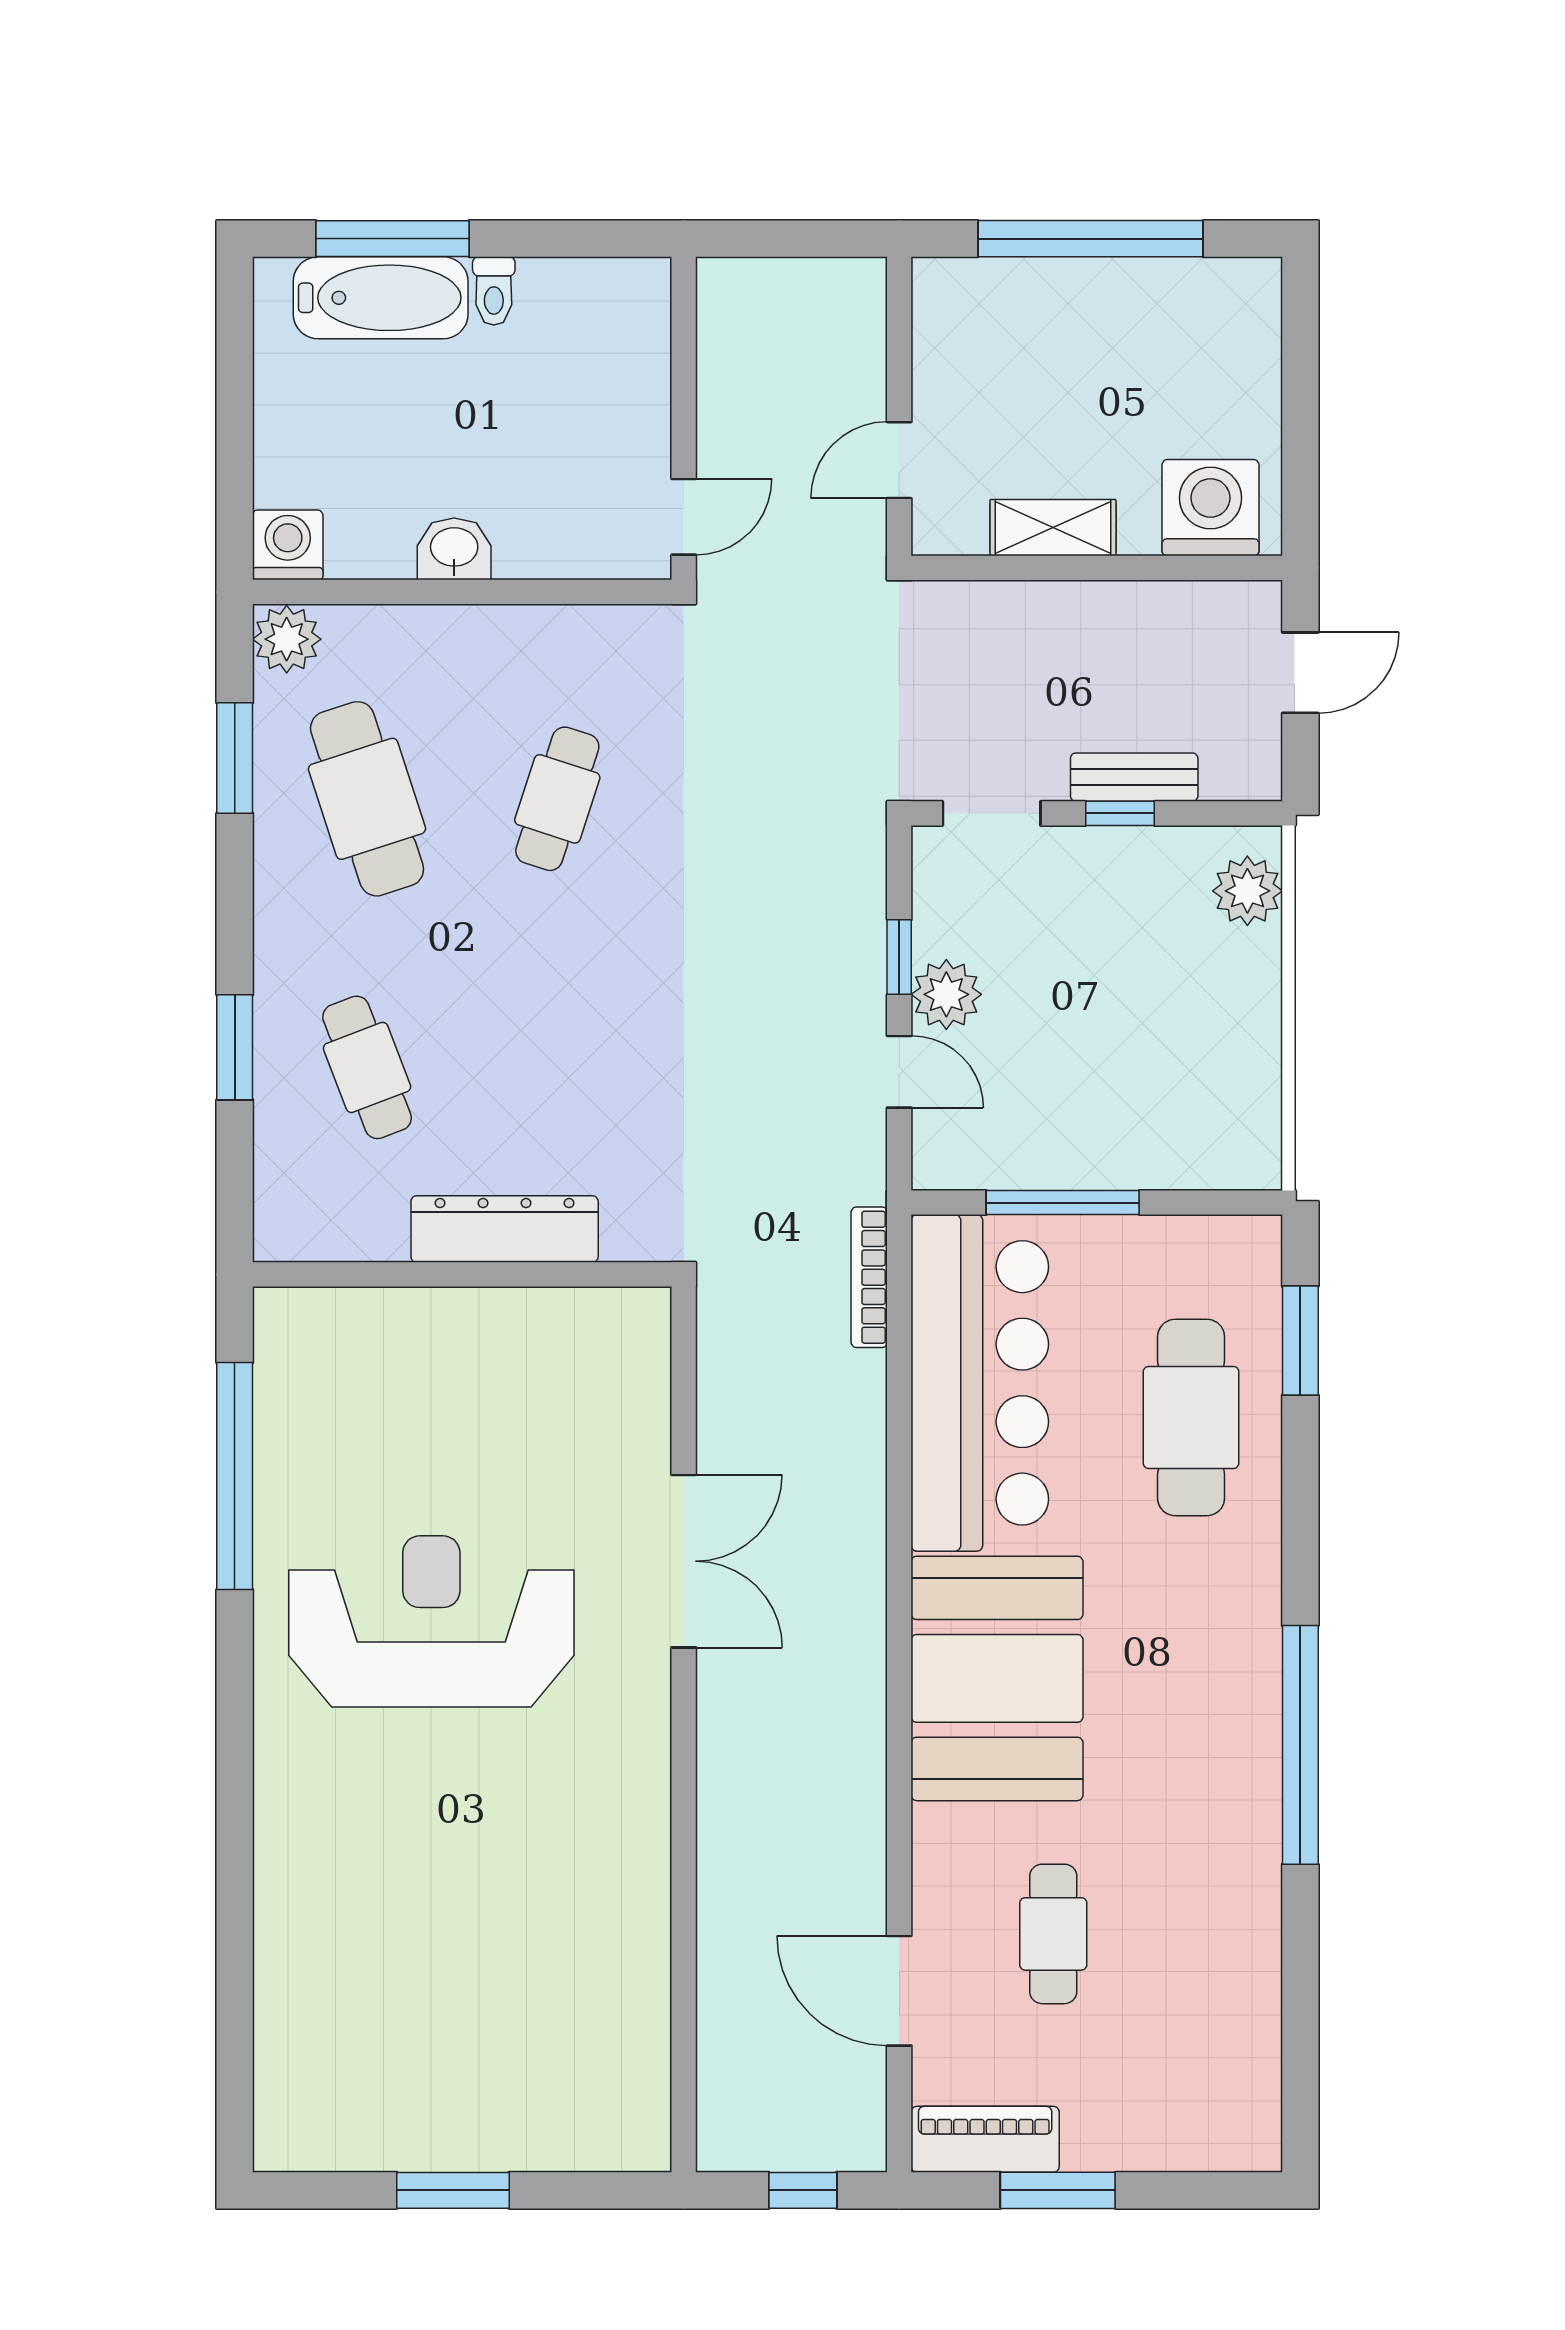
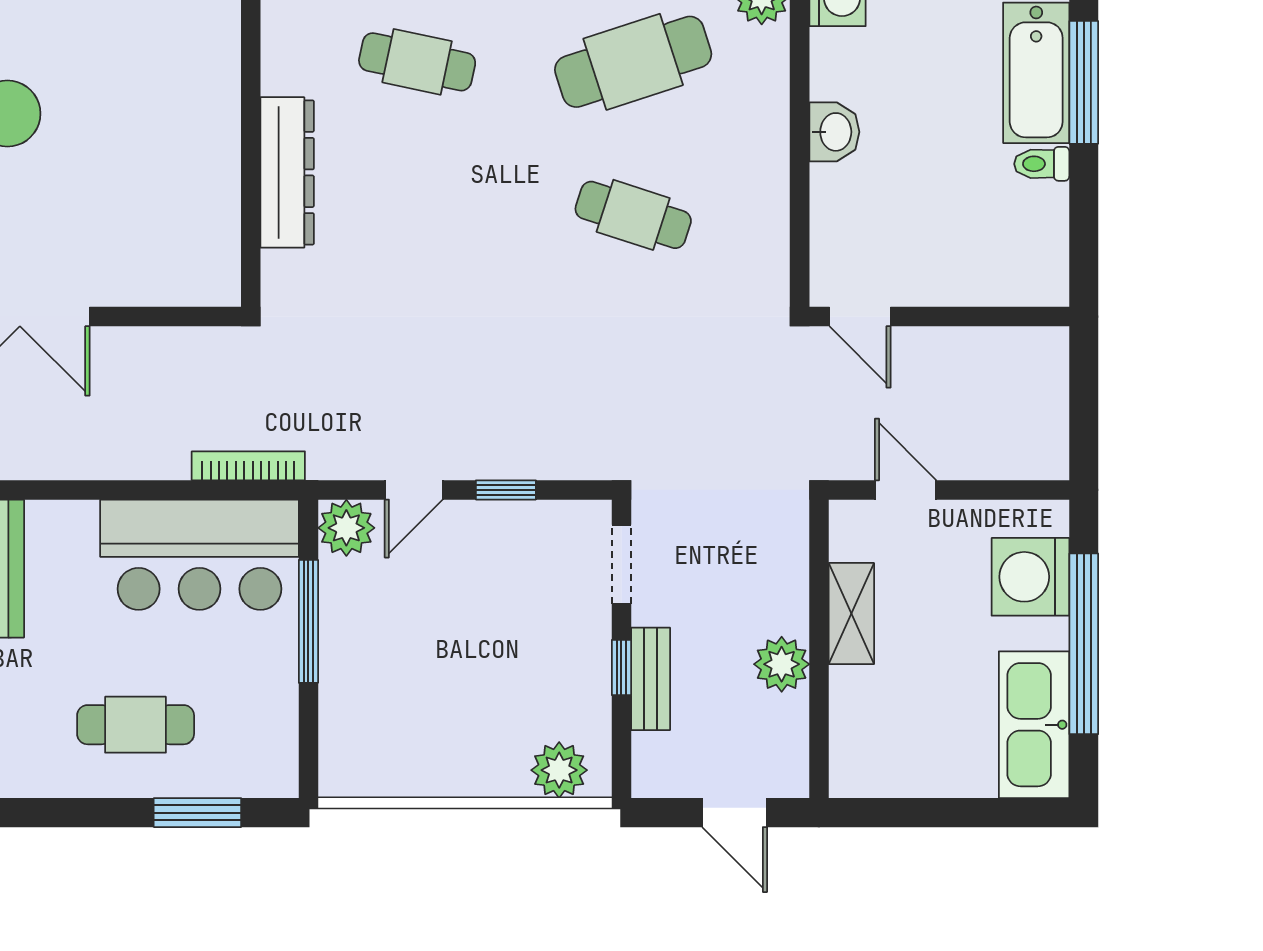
kitchen sink: (1191, 300) -> (1034, 725), added
washing machine: (1211, 508) -> (1030, 577), moved, turned 180
plant: (1116, 614) -> (782, 664), added
plant: (946, 994) -> (346, 528), moved
cafe table: (367, 1067) -> (417, 62), turned 33
bar counter: (980, 1383) -> (199, 555), width x0.73
cafe table: (1191, 1417) -> (136, 725), width x0.73, depth x0.74

